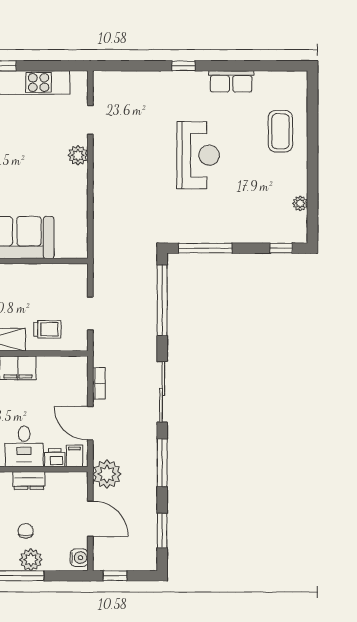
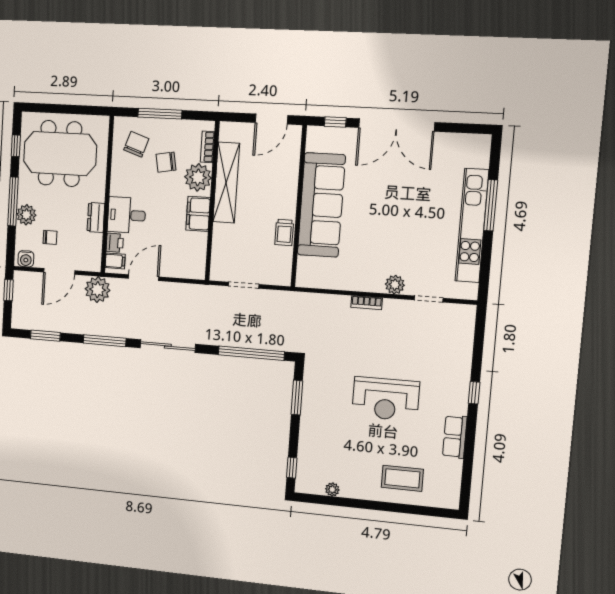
window: (205, 248) -> (297, 398), width x0.69
trolley: (47, 329) -> (284, 232), moved
bookcase: (99, 383) -> (367, 303), moved
chair: (26, 531) -> (50, 237), moved

